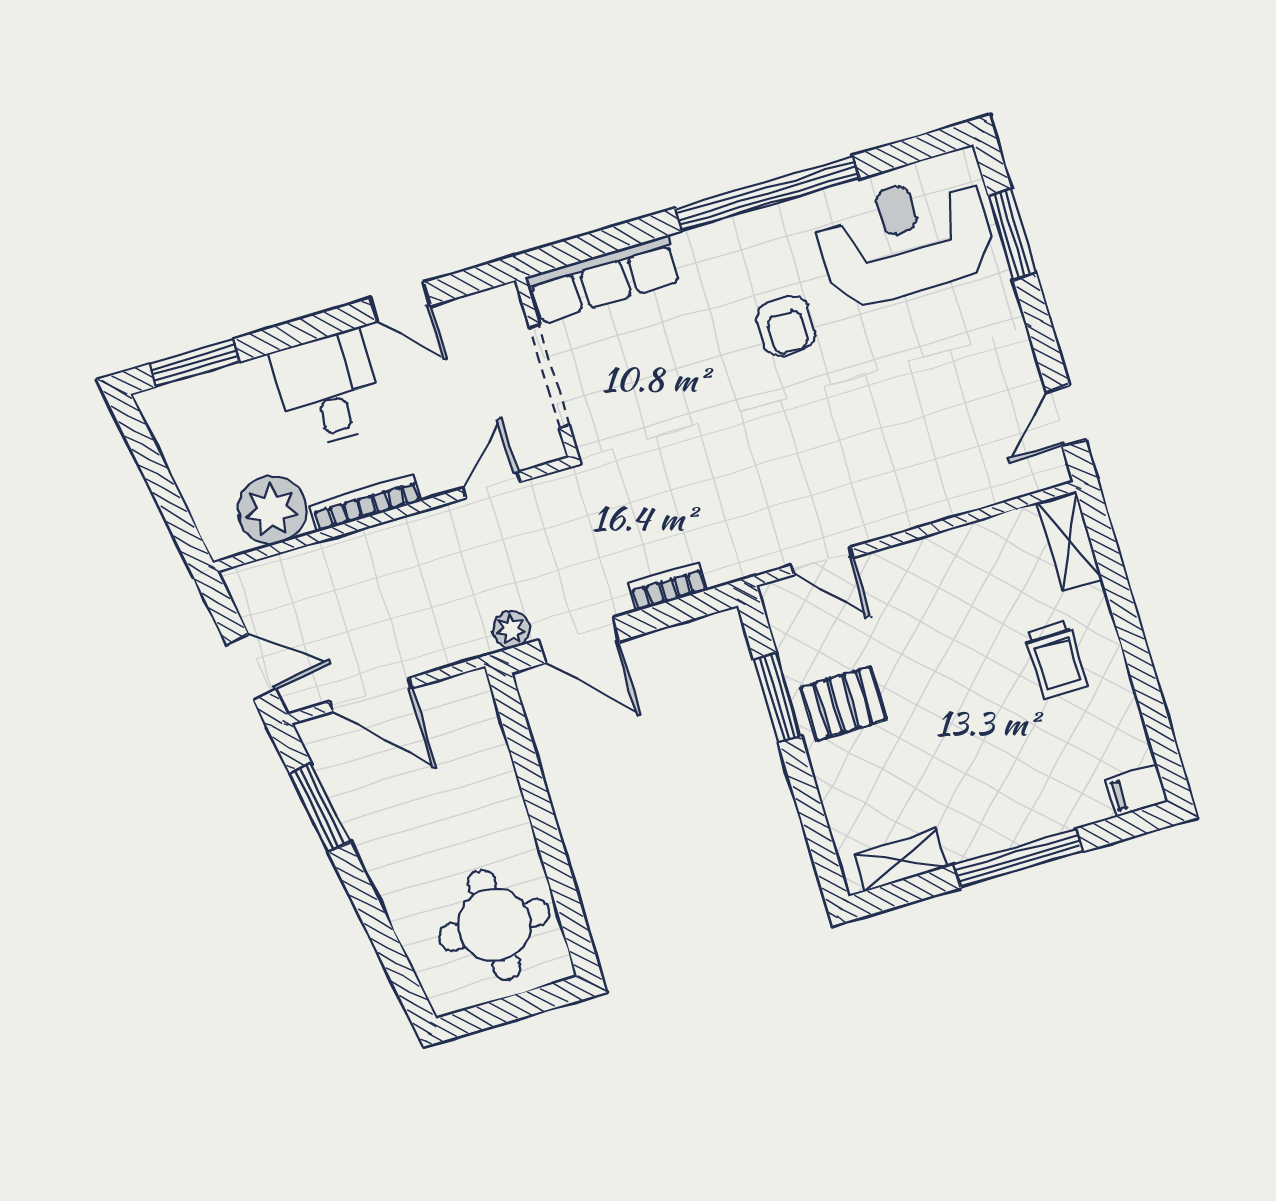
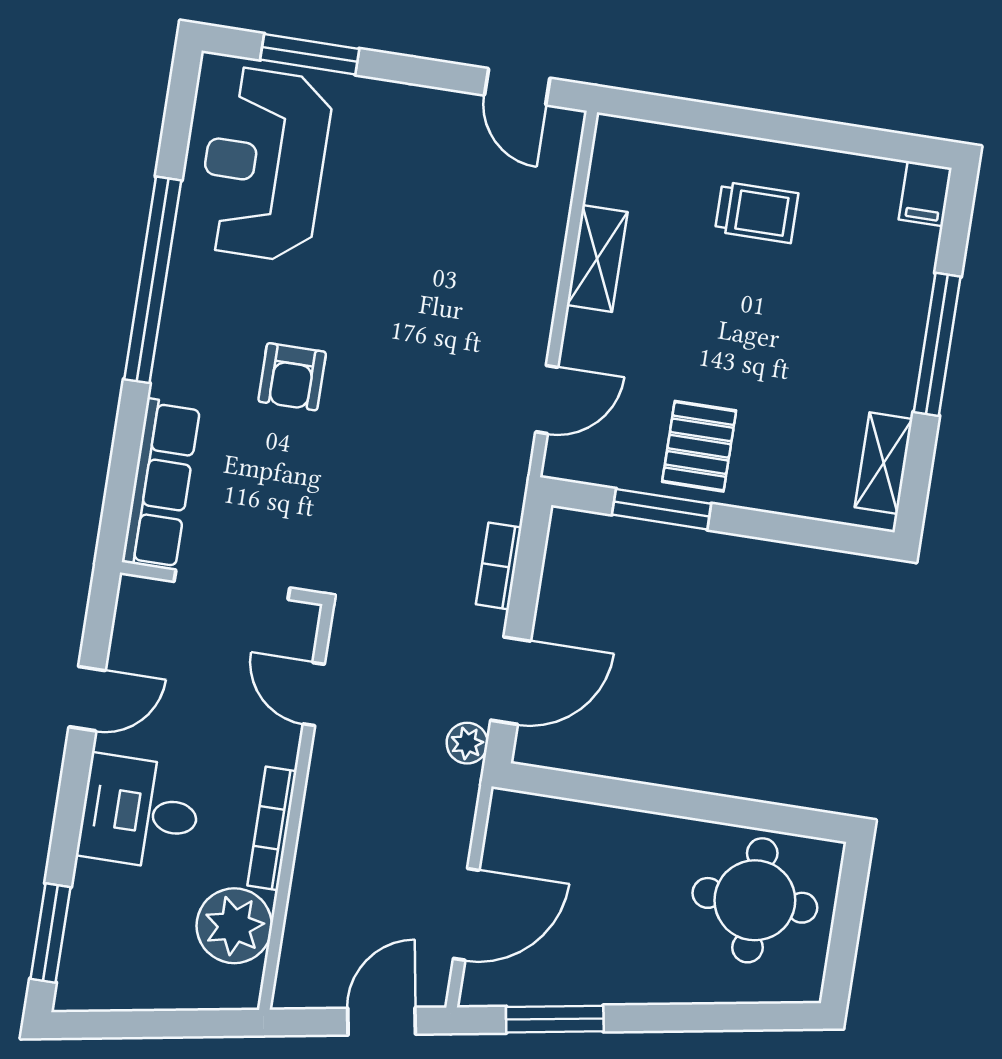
armchair: (786, 326) -> (292, 377), moved, turned 90
shelving: (1069, 541) -> (597, 259), moved, turned 90

